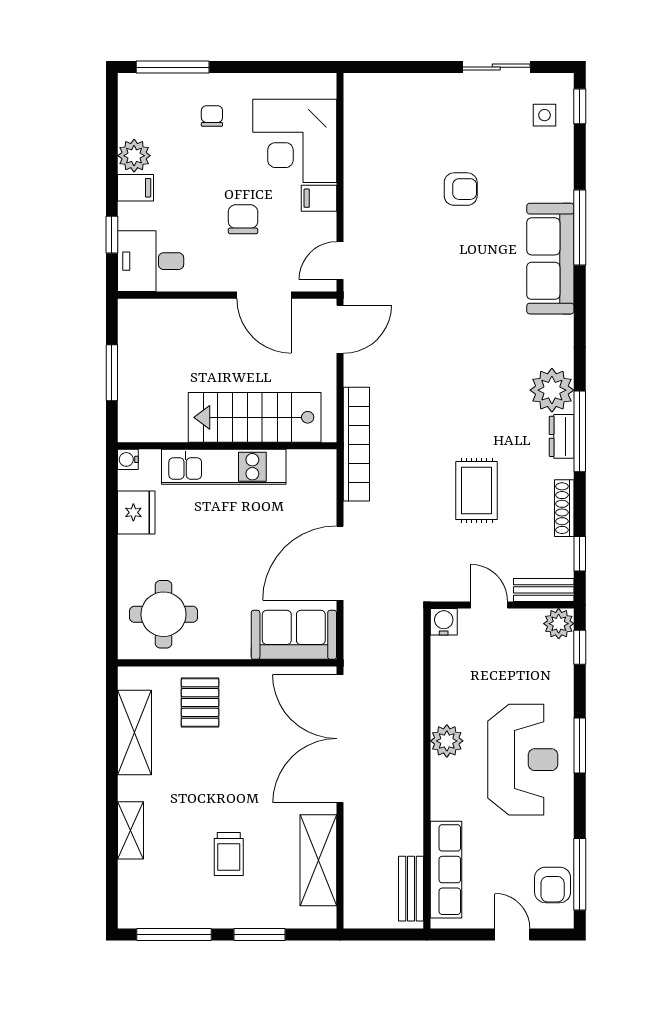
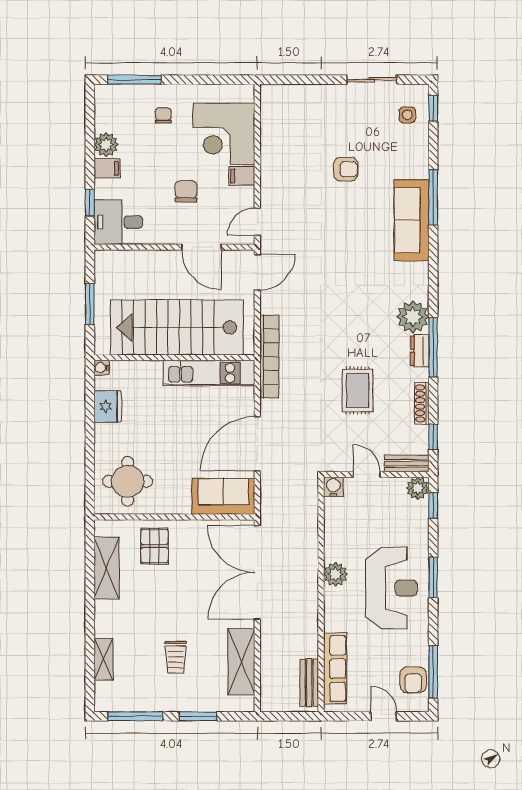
stairs: (255, 417) -> (177, 327), width x1.36, depth x1.51
kitchen unit: (224, 467) -> (209, 373), moved
shelving: (131, 830) -> (104, 659), moved

